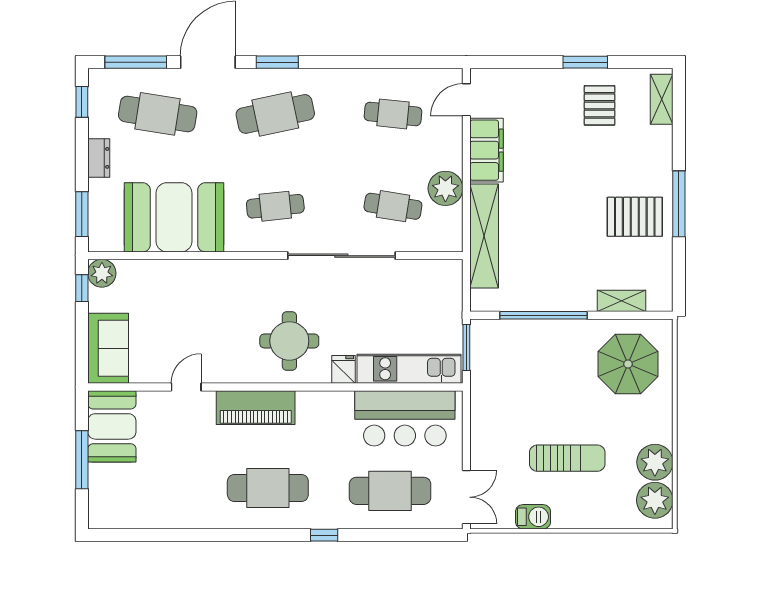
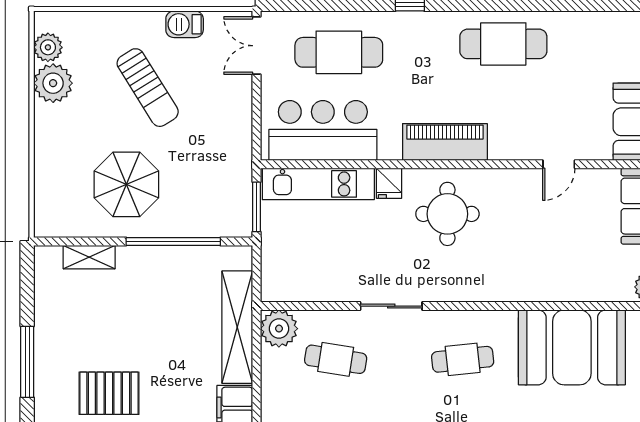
plant: (445, 188) -> (279, 329), moved
pallet: (635, 217) -> (109, 393), moved
sliding door: (341, 256) -> (391, 306), width x0.54
parasol: (628, 364) -> (126, 184), moved
piano: (256, 408) -> (445, 142), moved
sun lounger: (567, 458) -> (148, 88), turned -122
cafe table: (268, 488) -> (503, 44), moved
plant: (655, 500) -> (48, 47), width x0.73, depth x0.73

